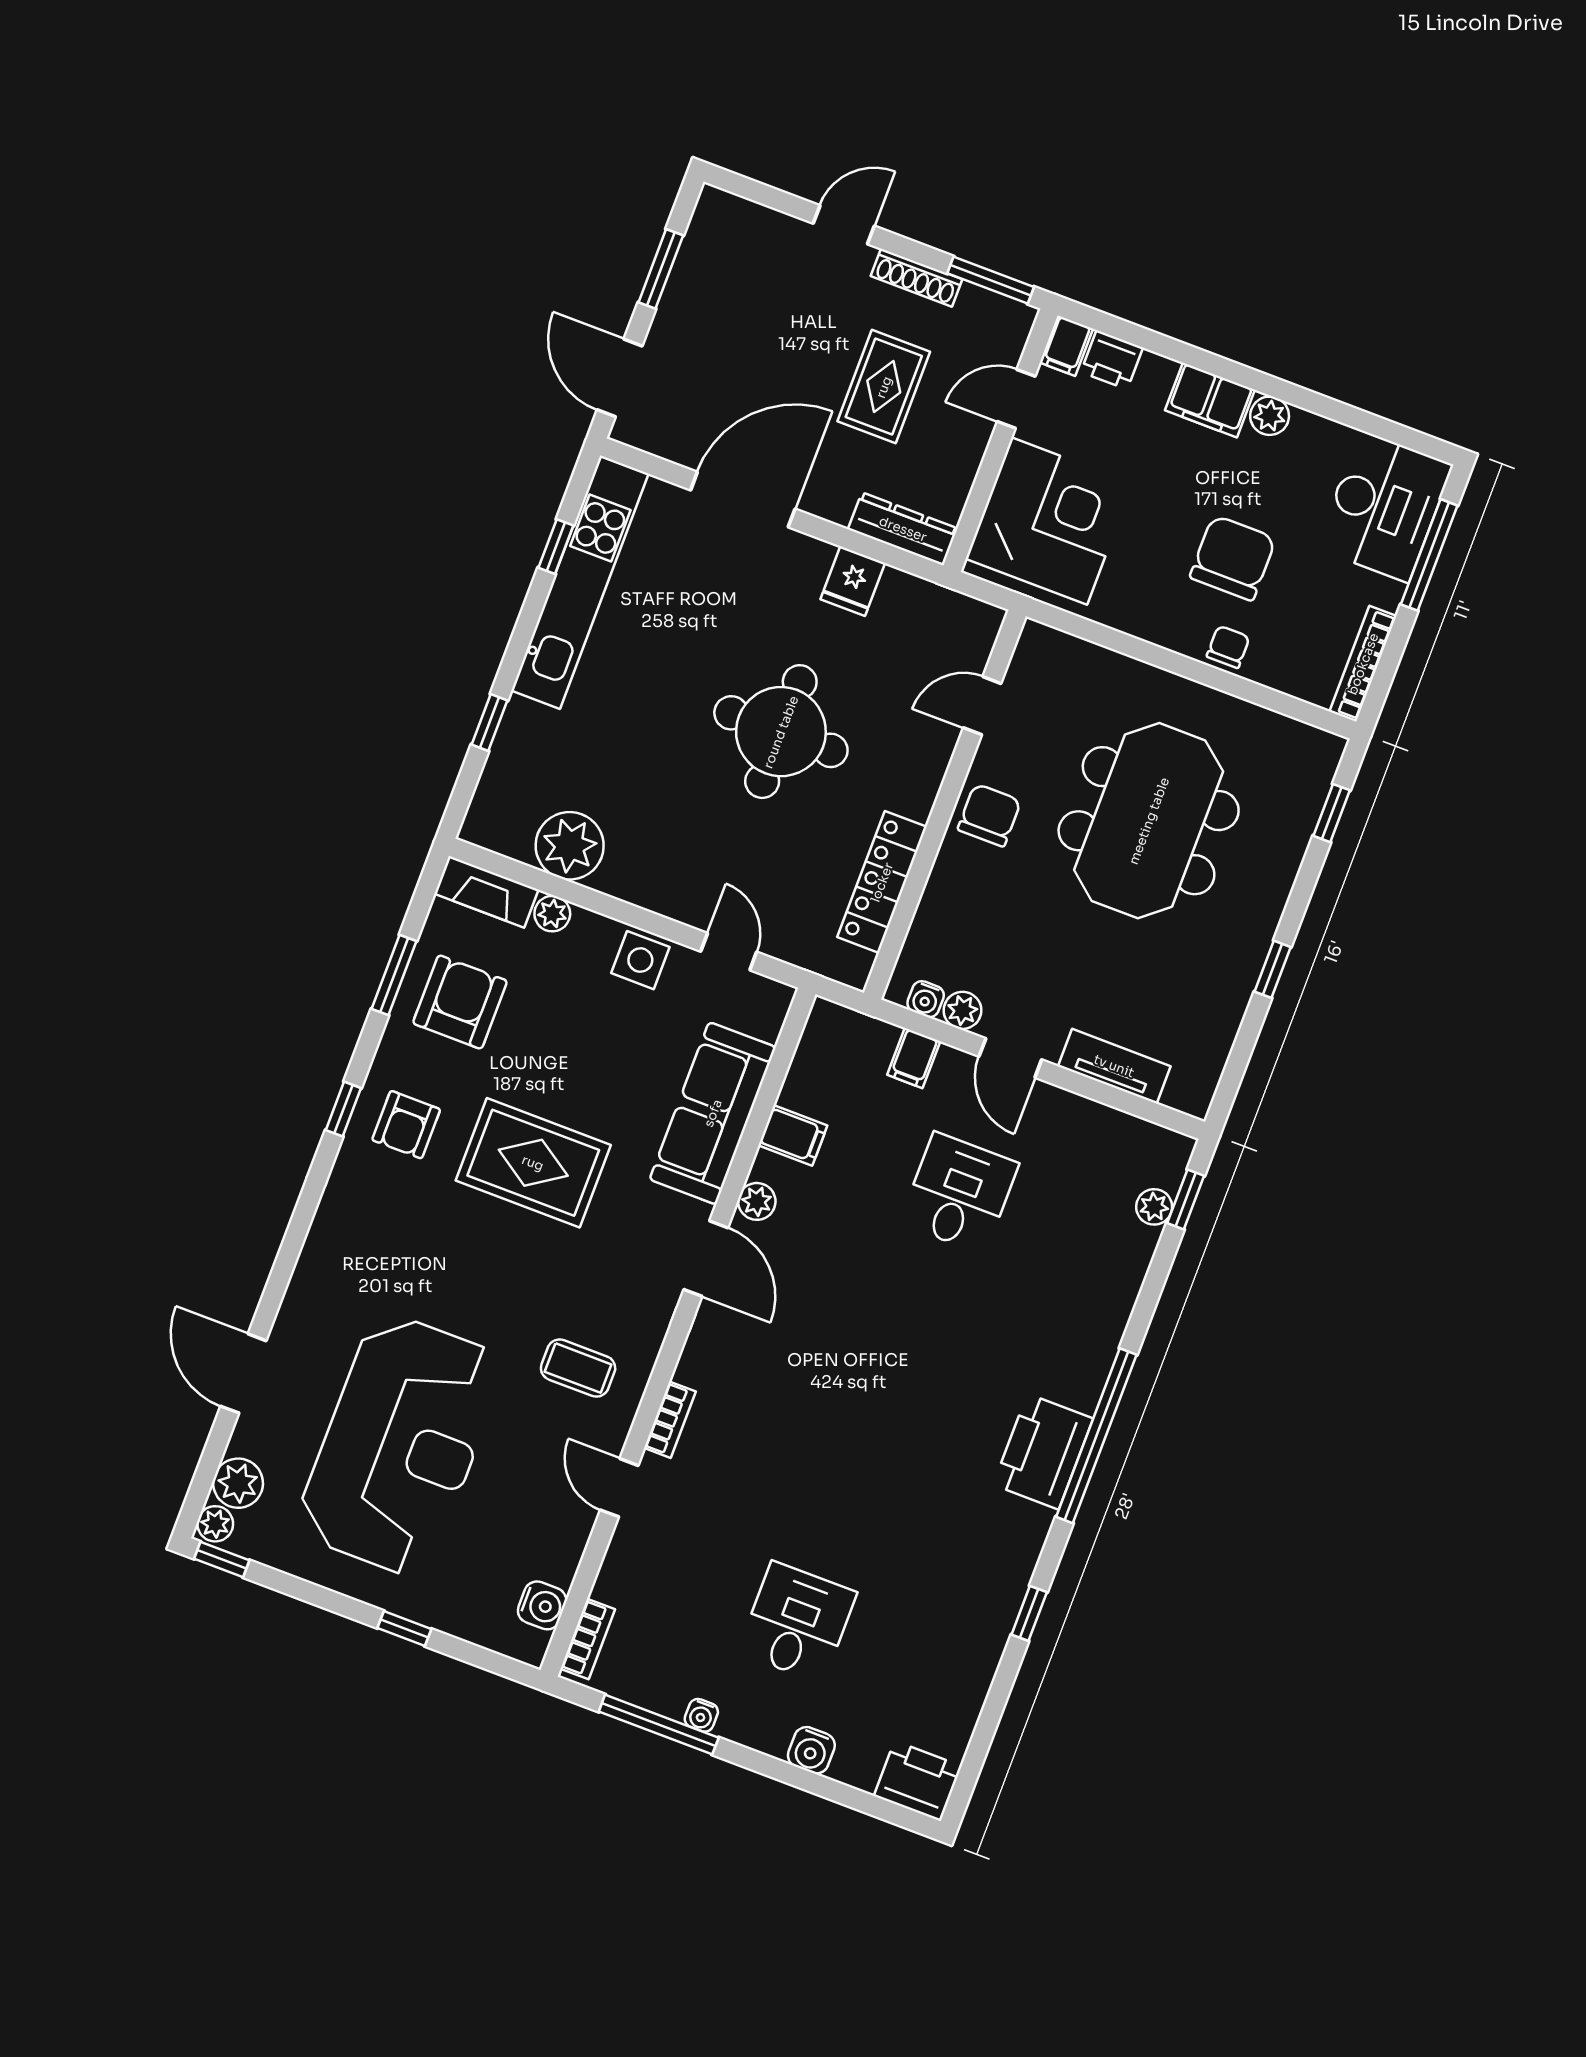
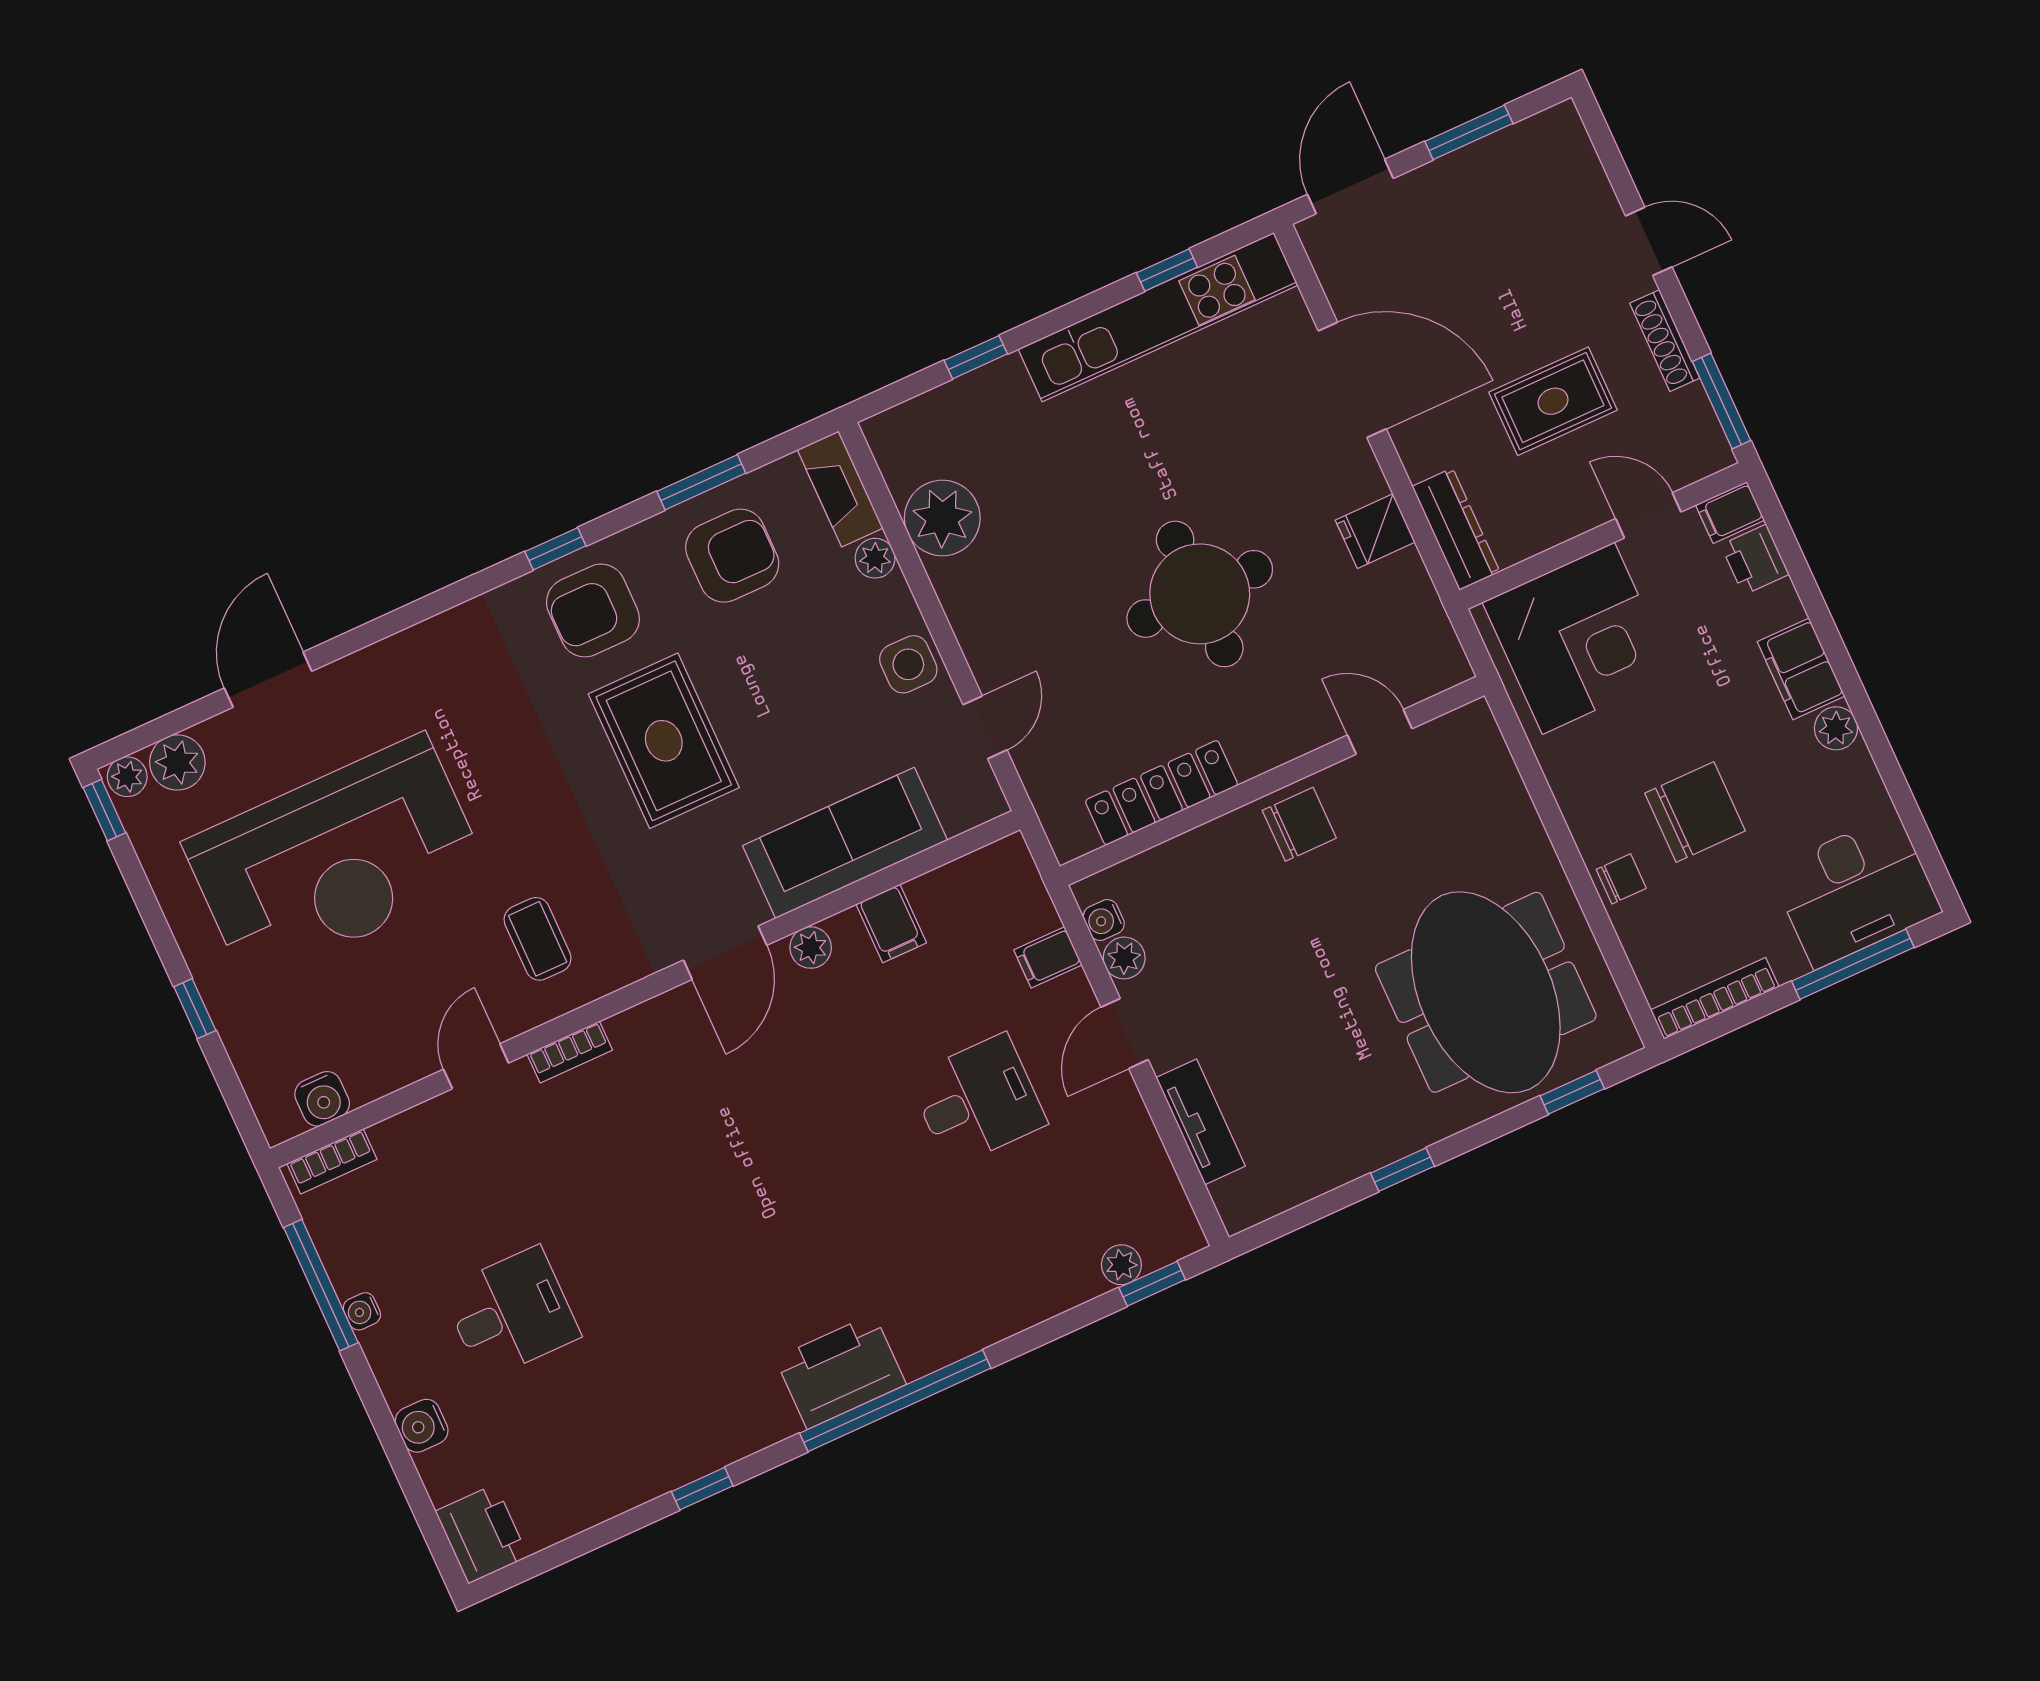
meeting table: (1149, 821) -> (1486, 992), moved, turned 90
armchair: (406, 1125) -> (593, 610), width x1.38, depth x1.38

